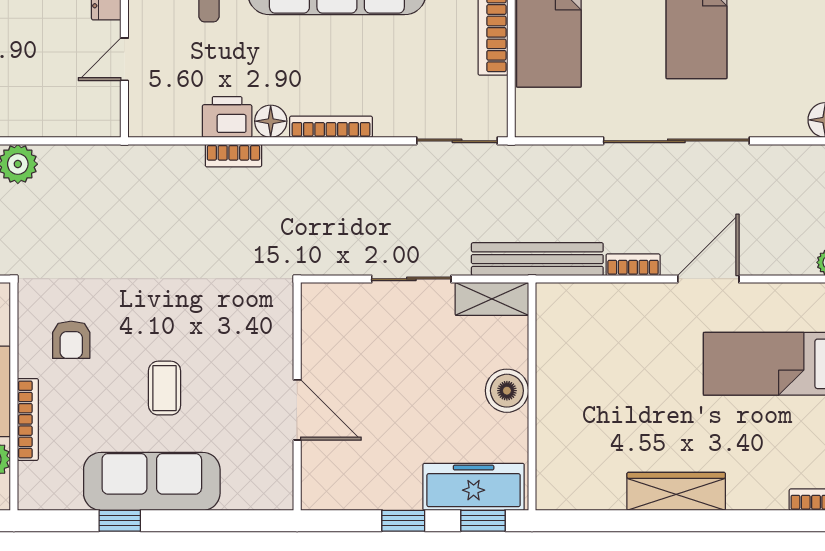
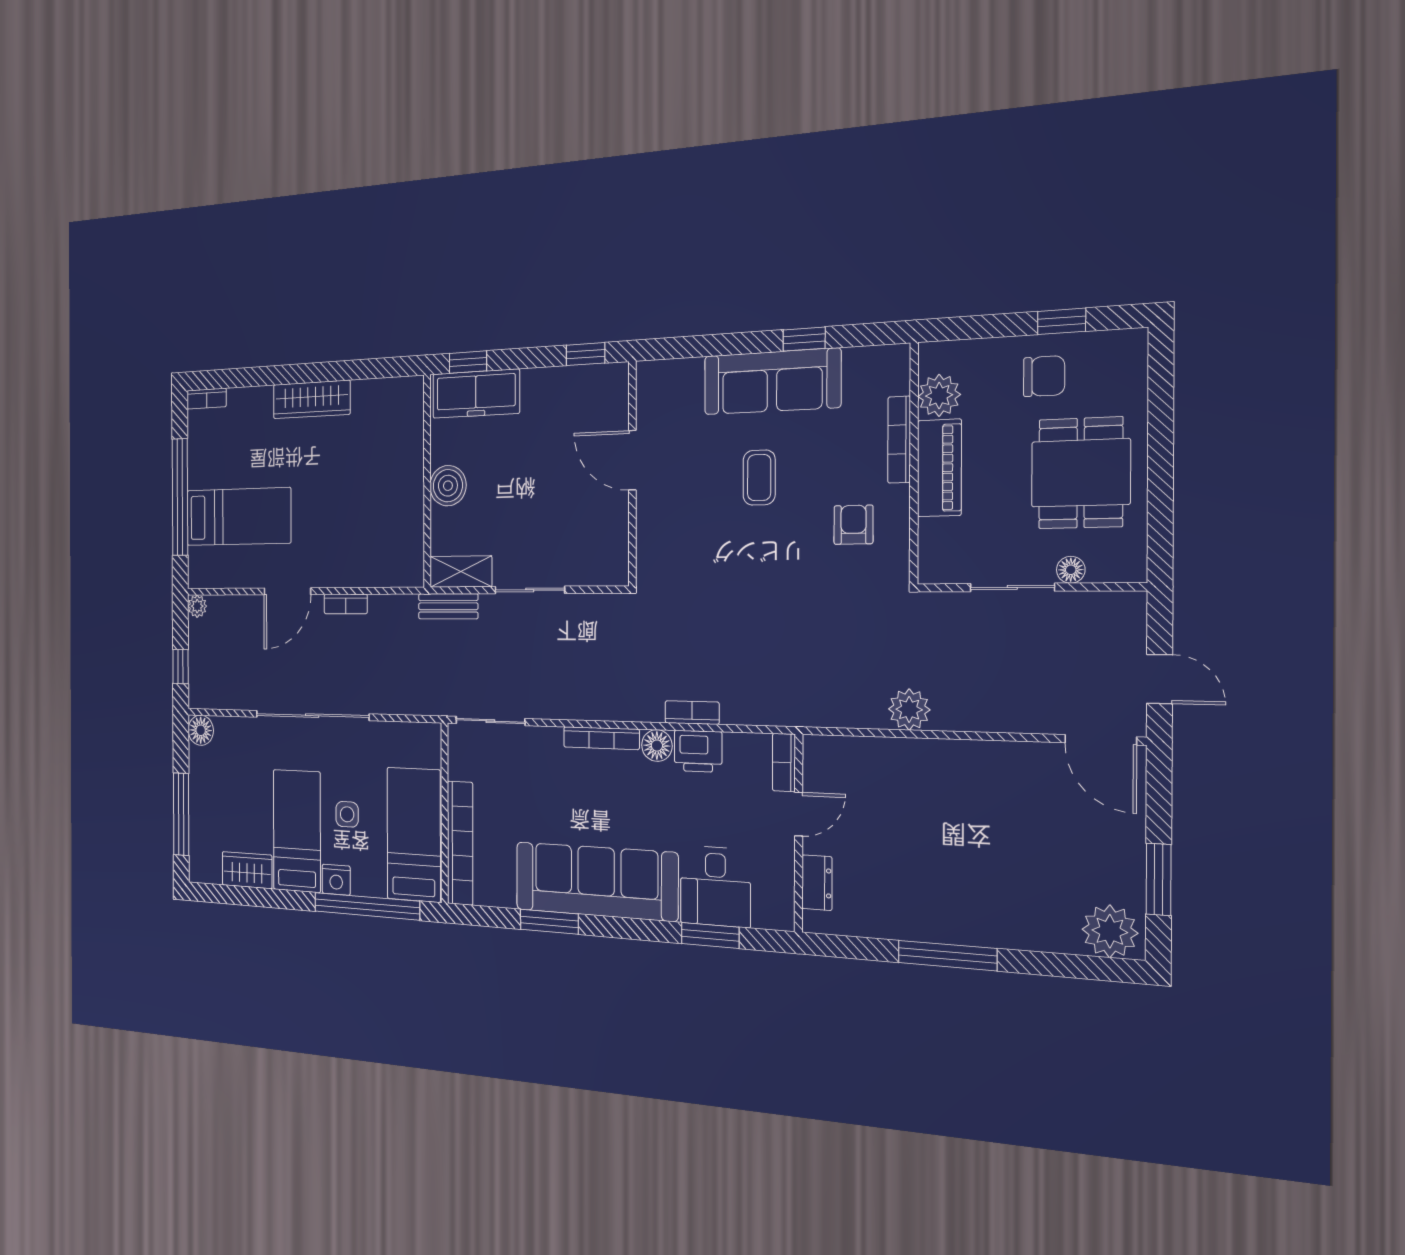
side table: (632, 33) -> (347, 814), added
bookcase: (139, 109) -> (784, 763), added
bench: (537, 259) -> (448, 606), width x0.54, depth x0.82
window: (403, 521) -> (585, 354), moved

